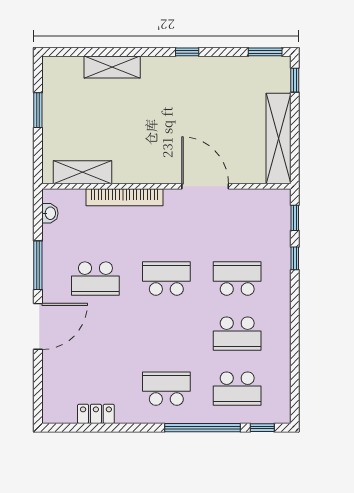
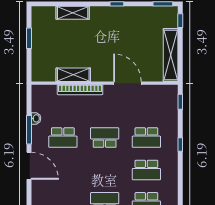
shelving: (82, 172) -> (73, 75), moved
washbasin: (50, 213) -> (36, 118), moved
window: (295, 258) -> (180, 144), moved
school desk: (237, 279) -> (146, 138), turned 180
door: (38, 326) -> (29, 166), hinge flipped

